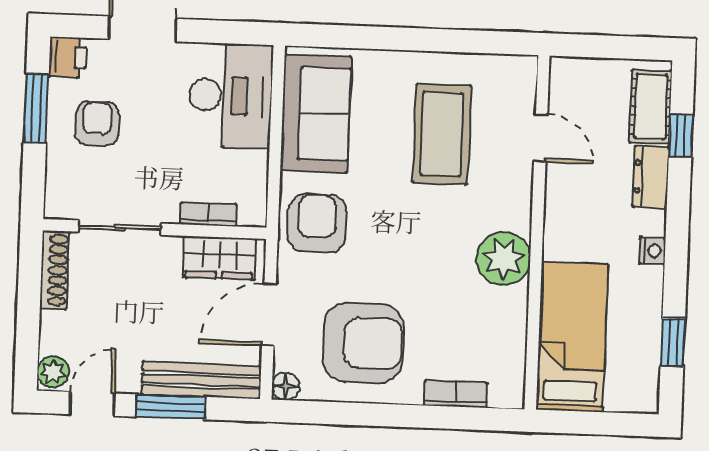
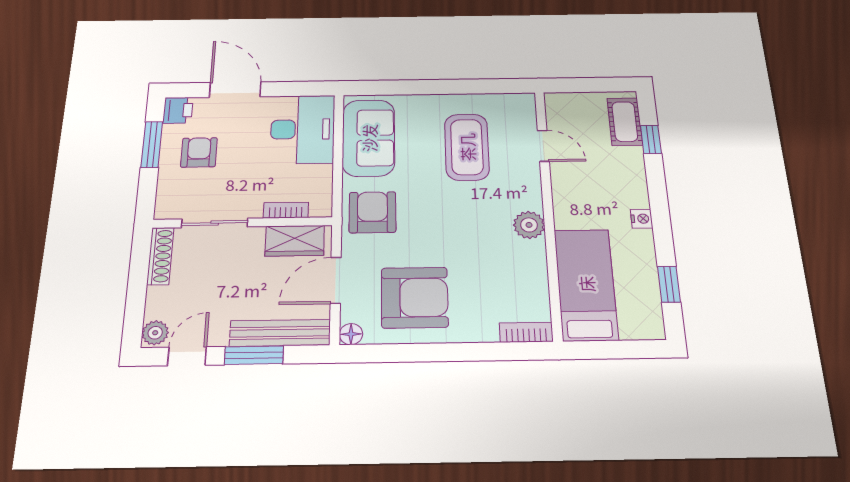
dresser: (651, 177) -> (632, 168), removed
plant: (504, 259) -> (529, 225), width x0.73, depth x0.73
bookcase: (455, 394) -> (526, 332), moved

